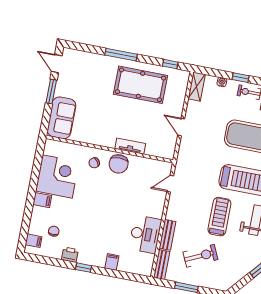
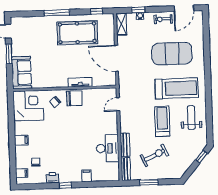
window: (241, 78) -> (138, 10), moved
door: (181, 127) -> (116, 58), width x1.88
chair: (119, 164) -> (74, 98), turned -90
corner desk: (57, 176) -> (28, 106), moved

